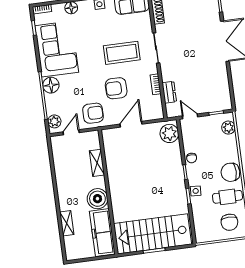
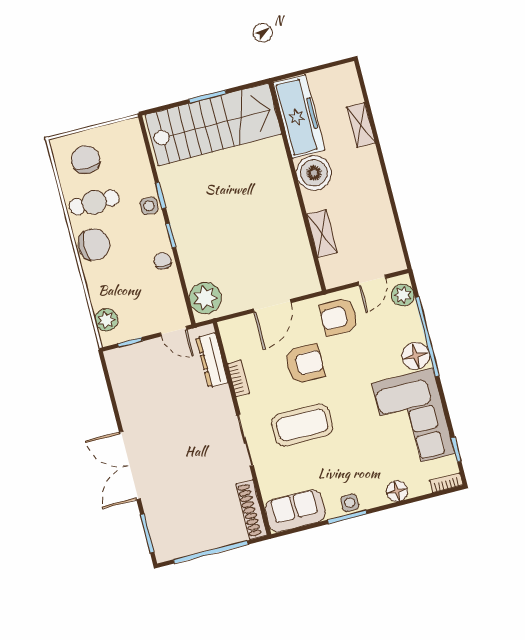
dresser: (169, 92) -> (212, 360), width x1.44

